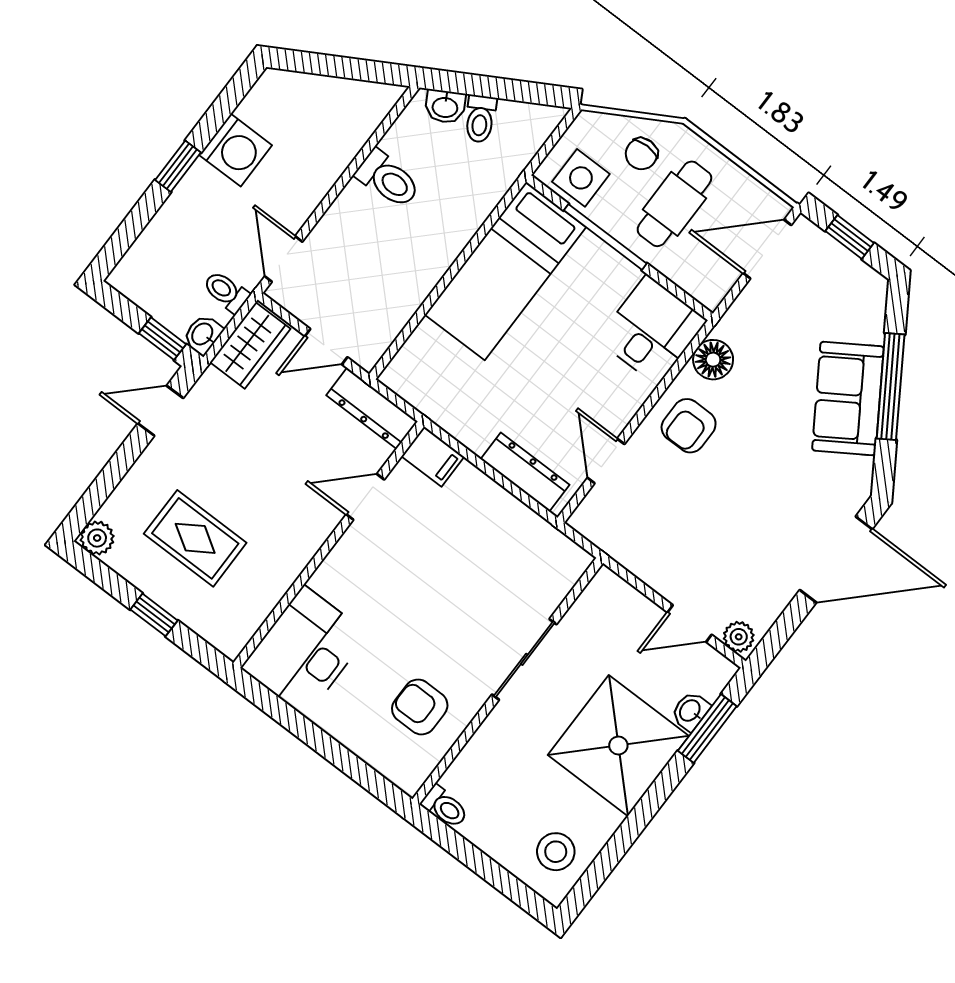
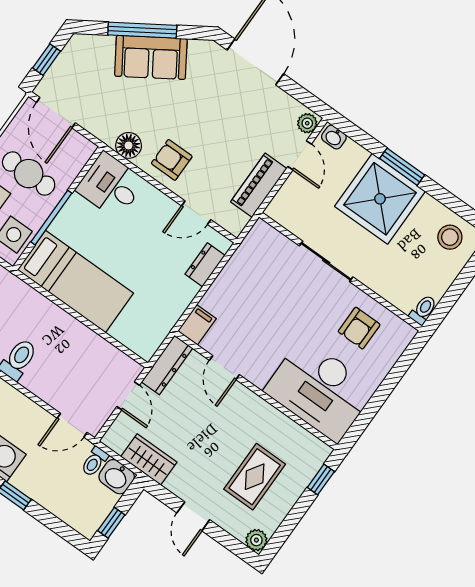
washbasin: (203, 334) -> (117, 477), width x1.38, depth x1.45
window: (163, 339) -> (111, 523), moved
wardrobe: (250, 346) -> (149, 459), moved
door: (160, 411) -> (193, 516), moved
armchair: (689, 426) -> (172, 160), turned 180
dresser: (525, 472) -> (205, 265), width x0.70
piano: (645, 559) -> (259, 185), added
window: (154, 615) -> (321, 479), moved
desk: (305, 651) -> (320, 390), width x1.36, depth x1.30
washbasin: (690, 711) -> (334, 137), moved
window: (707, 728) -> (402, 167), moved

